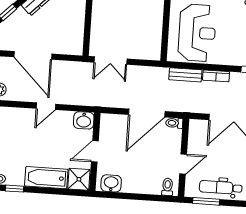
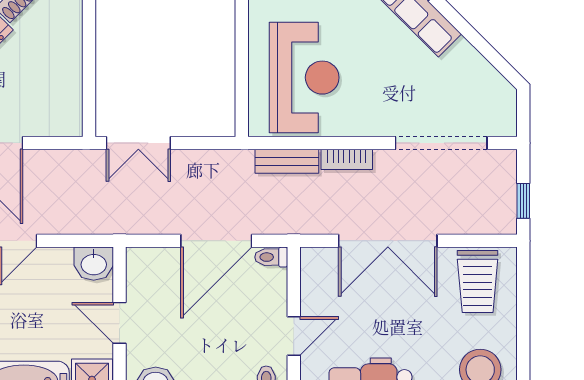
door: (95, 151) -> (120, 323), hinge flipped

